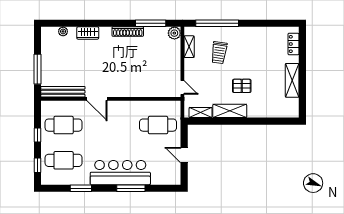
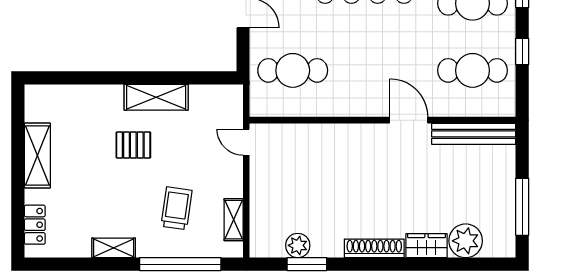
window: (151, 23) -> (307, 264), width x0.69
plant: (63, 31) -> (466, 241), width x1.88, depth x1.88
shoe rack: (128, 32) -> (374, 248), moved
plant: (174, 33) -> (298, 245), moved
window: (37, 69) -> (522, 207), moved
shelving: (201, 113) -> (114, 248), moved

